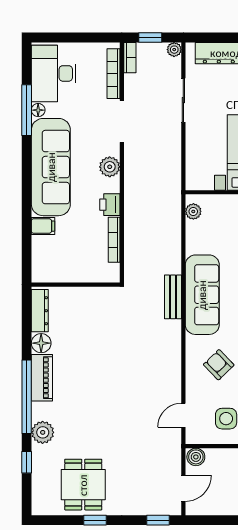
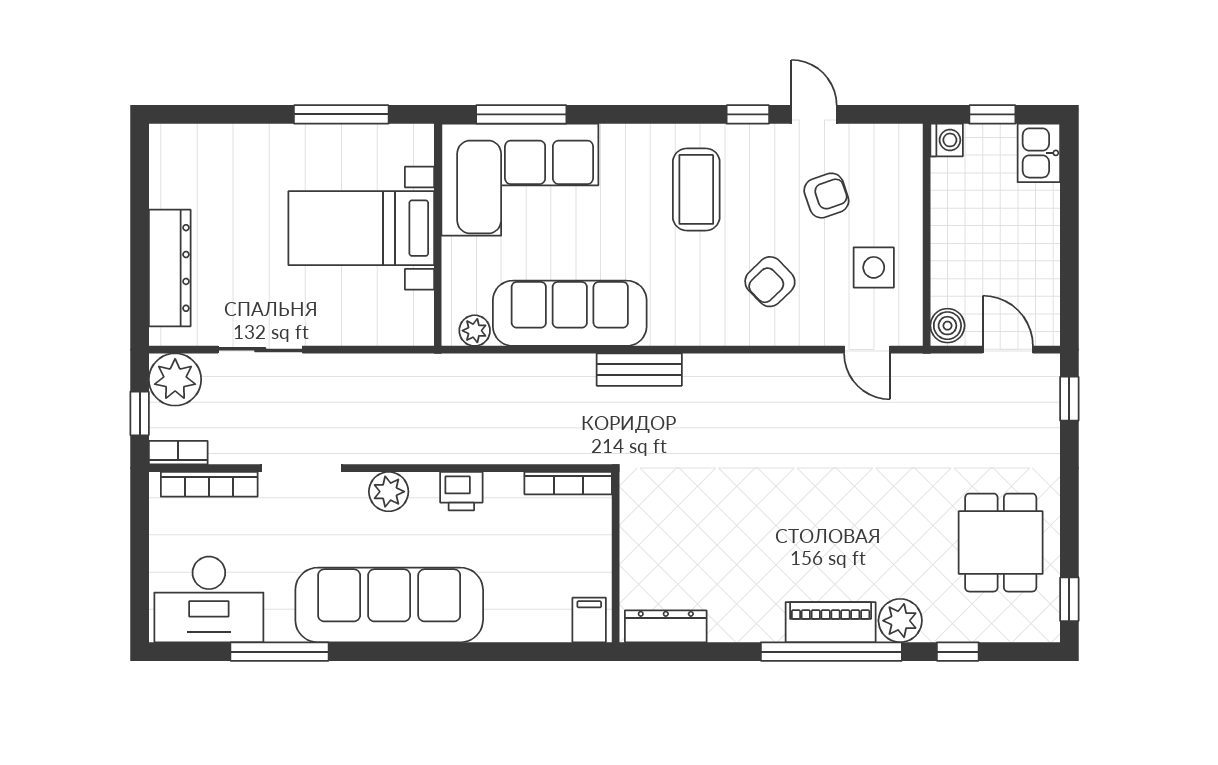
plant: (174, 50) -> (175, 379), width x1.87, depth x1.87
floor lamp: (38, 110) -> (279, 629), removed
filing cabinet: (43, 226) -> (589, 620), moved
bookcase: (114, 240) -> (568, 483), moved
sofa: (202, 295) -> (570, 313), moved
floor lamp: (41, 343) -> (728, 624), removed
piano: (42, 378) -> (831, 622), moved
dining table: (83, 485) -> (1001, 543), turned 90
window: (95, 520) -> (1069, 599), moved

